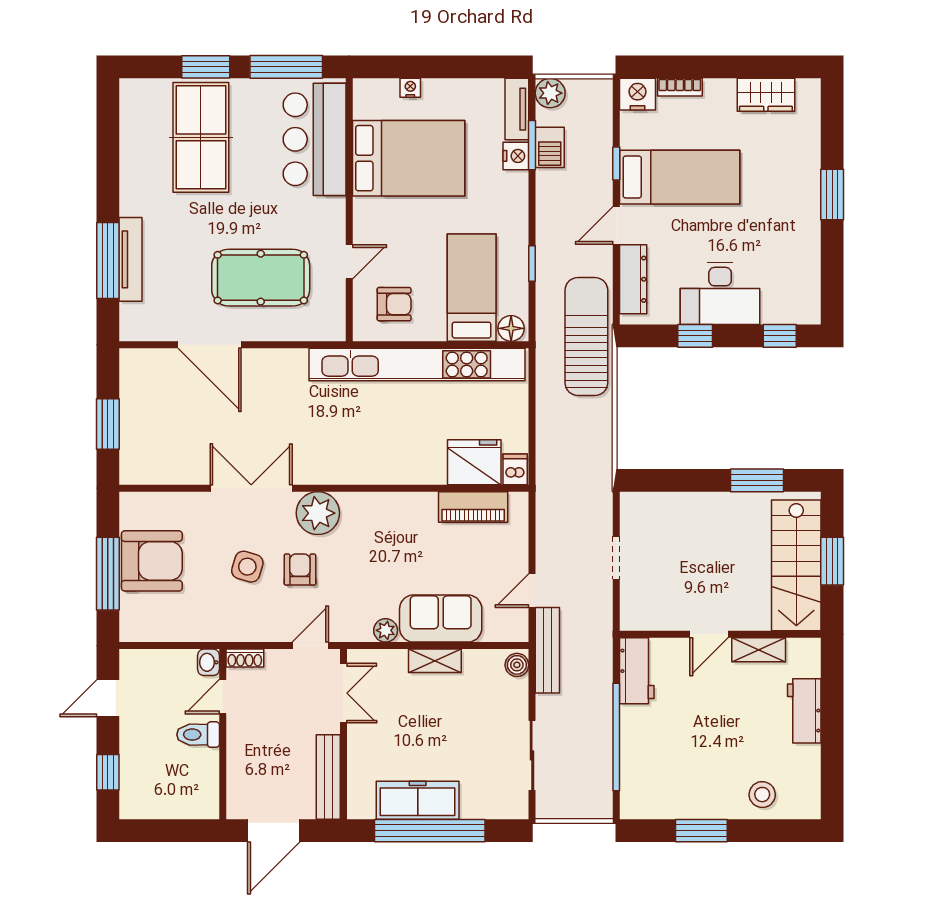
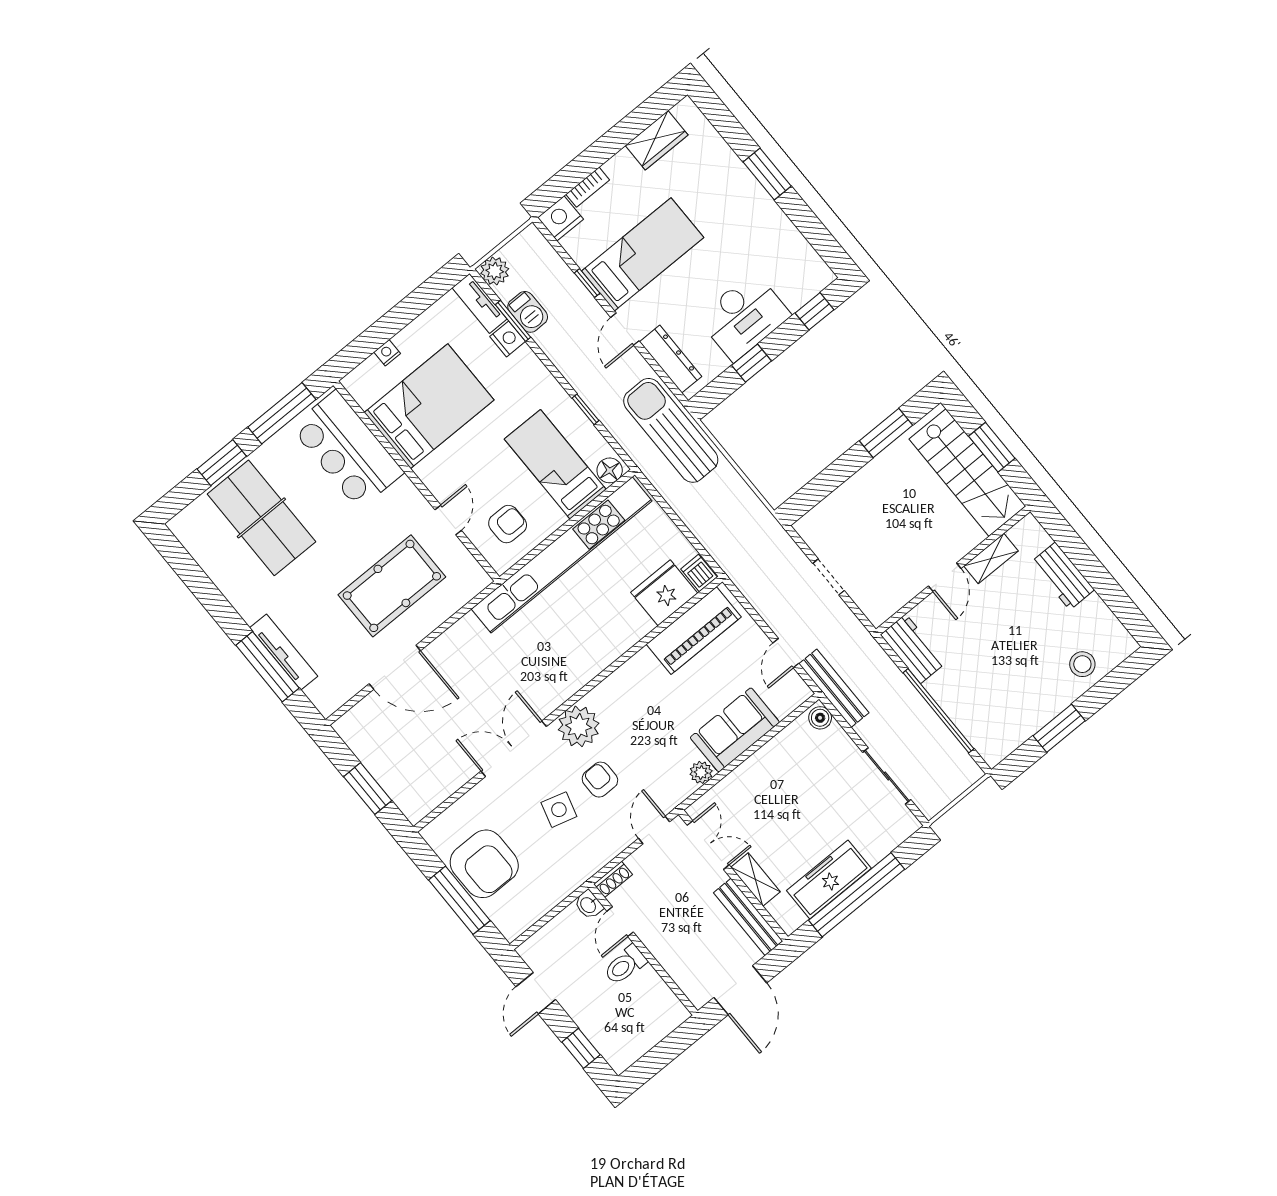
piano: (473, 507) -> (694, 631), width x1.37, depth x1.33
armchair: (152, 561) -> (484, 864), turned 90
shelving: (435, 661) -> (755, 880), moved, turned 90

